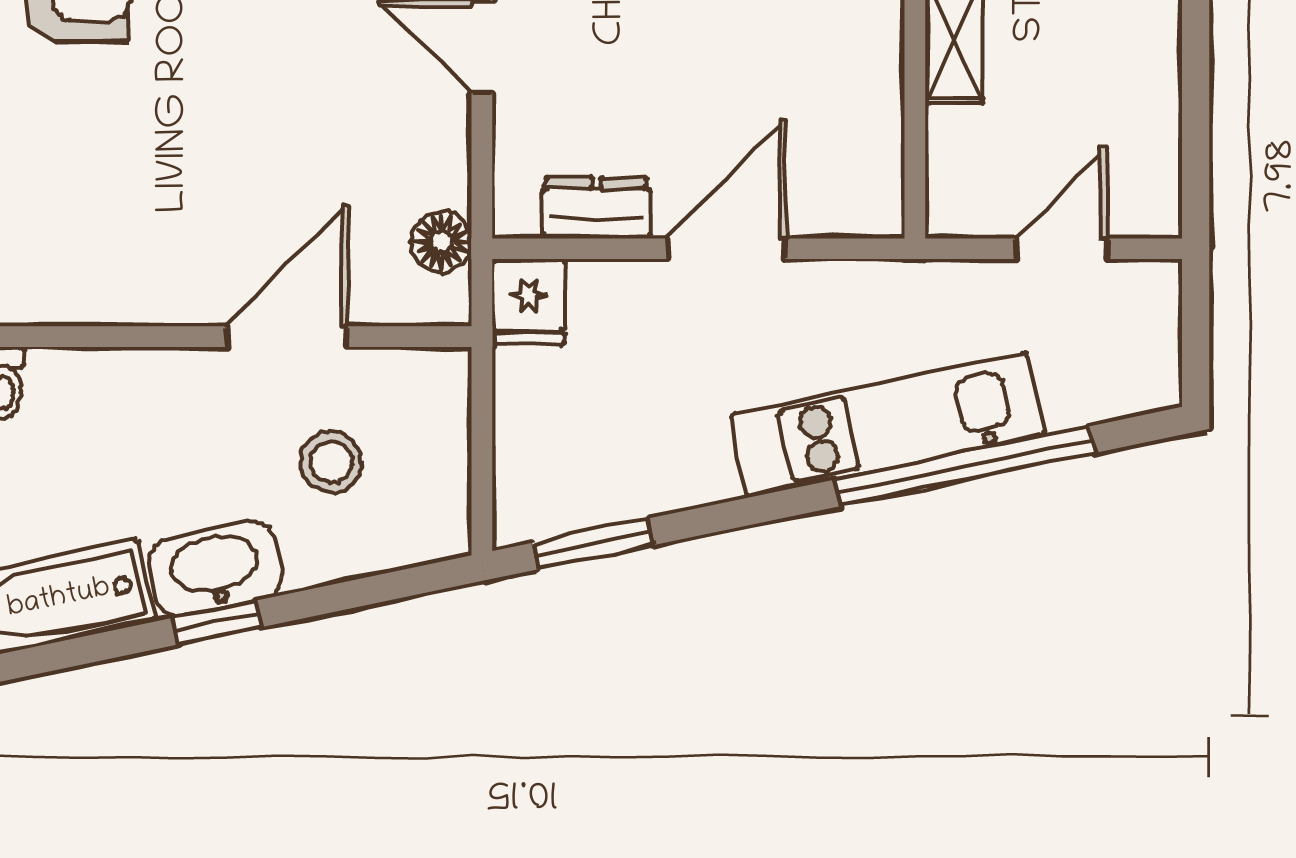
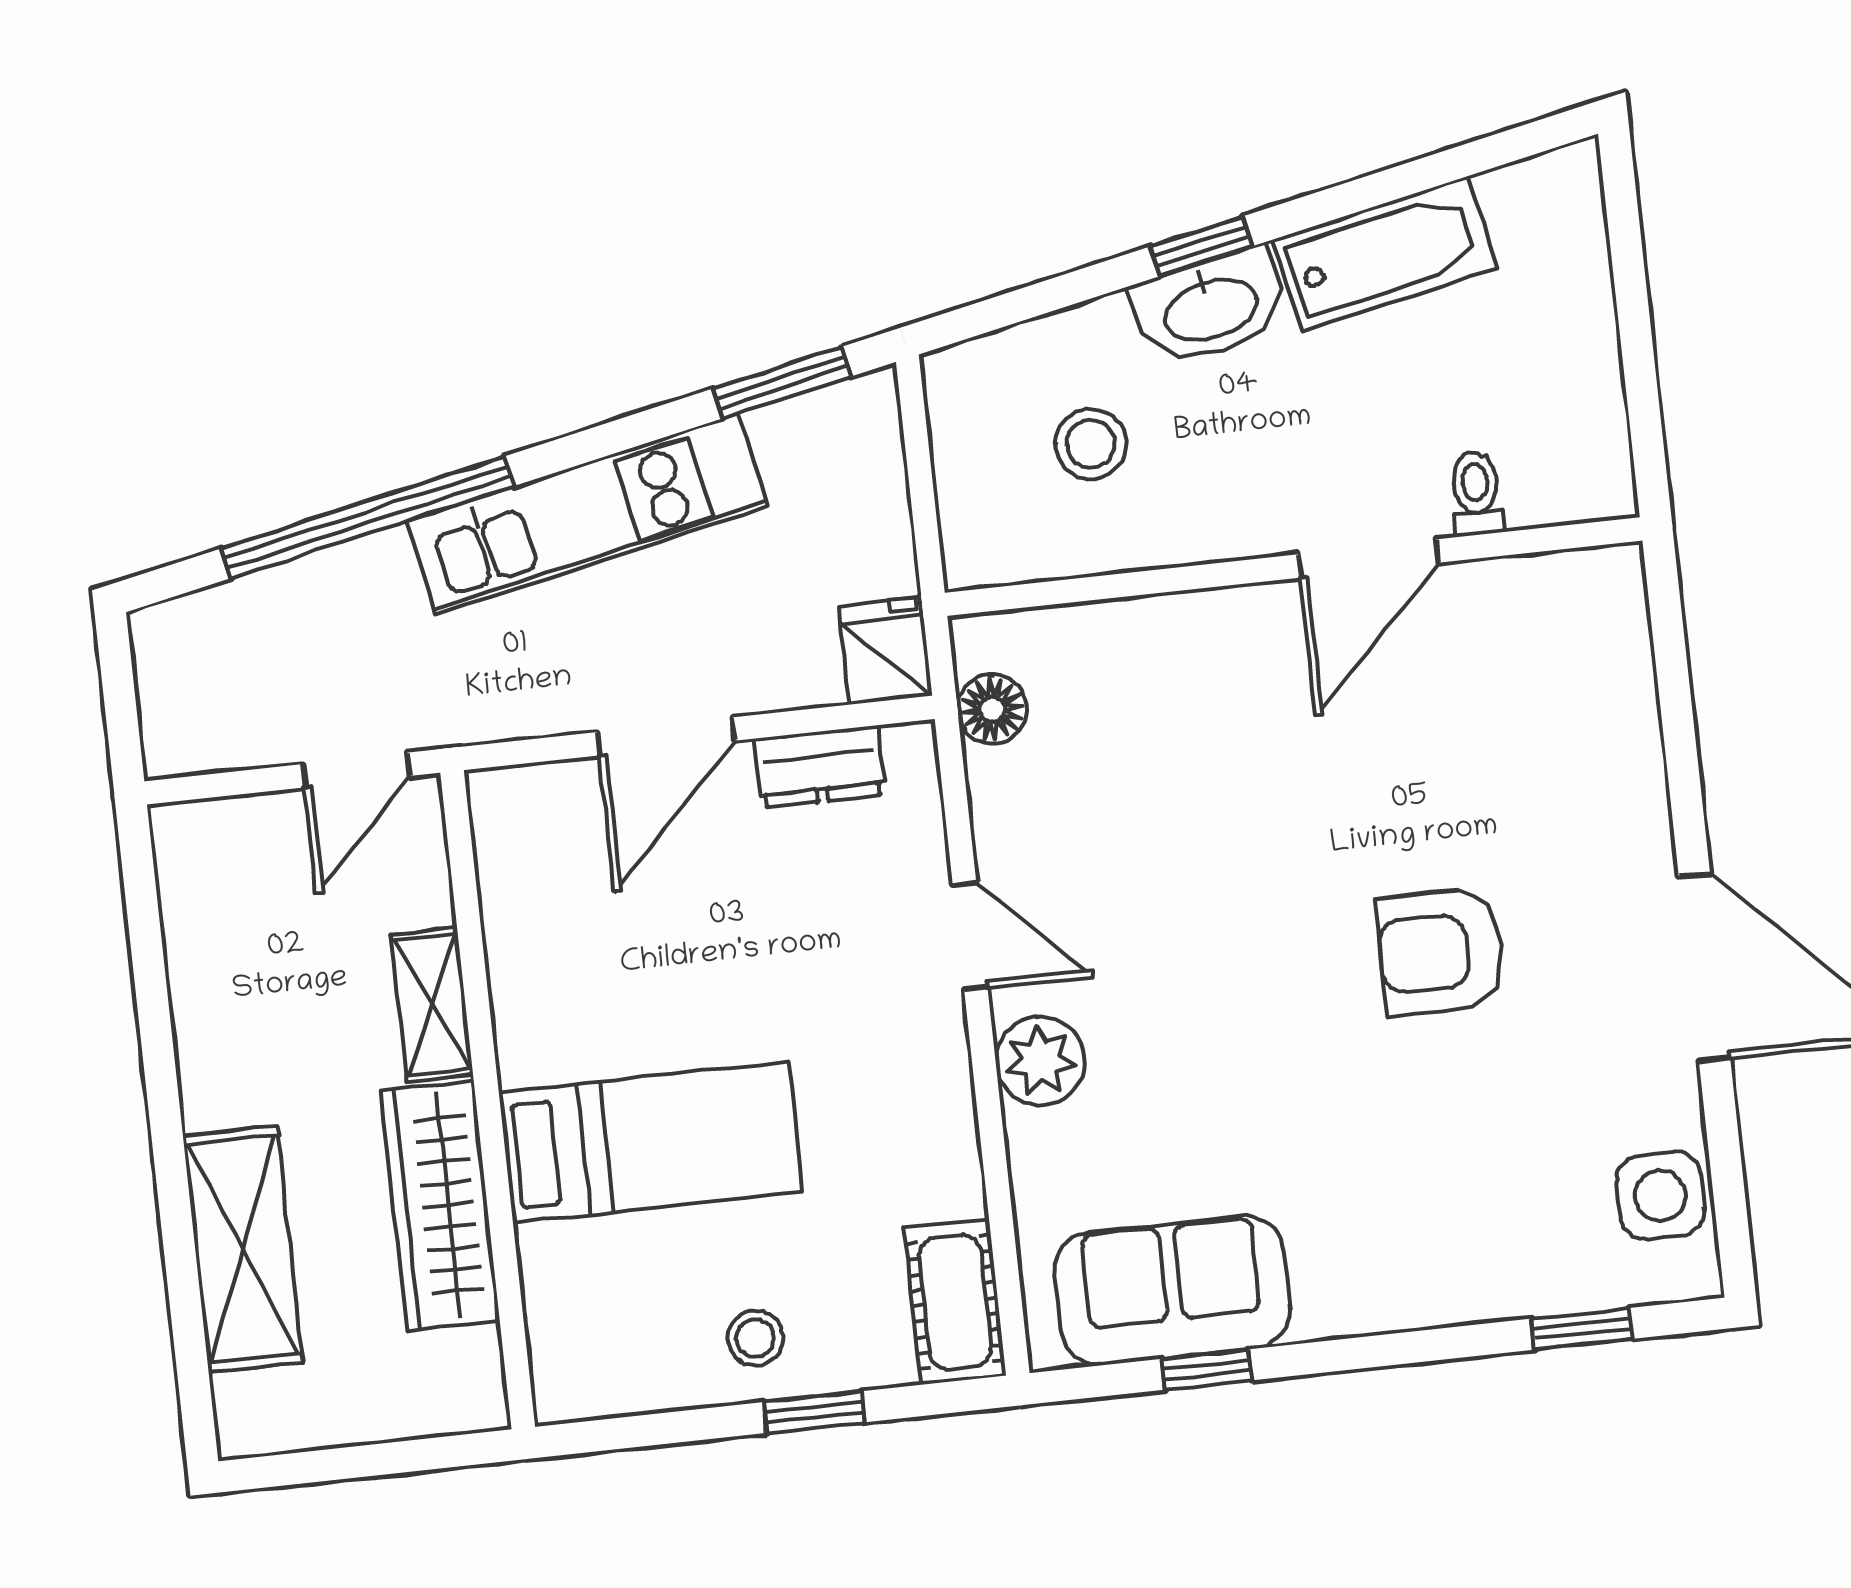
door: (1061, 249) -> (356, 770), moved
door: (287, 337) -> (1368, 558), moved
kitchen unit: (887, 425) -> (587, 514), moved

